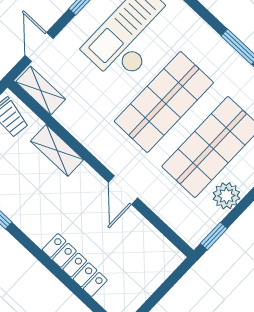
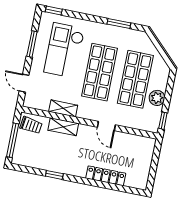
shelving: (41, 91) -> (63, 108), moved

